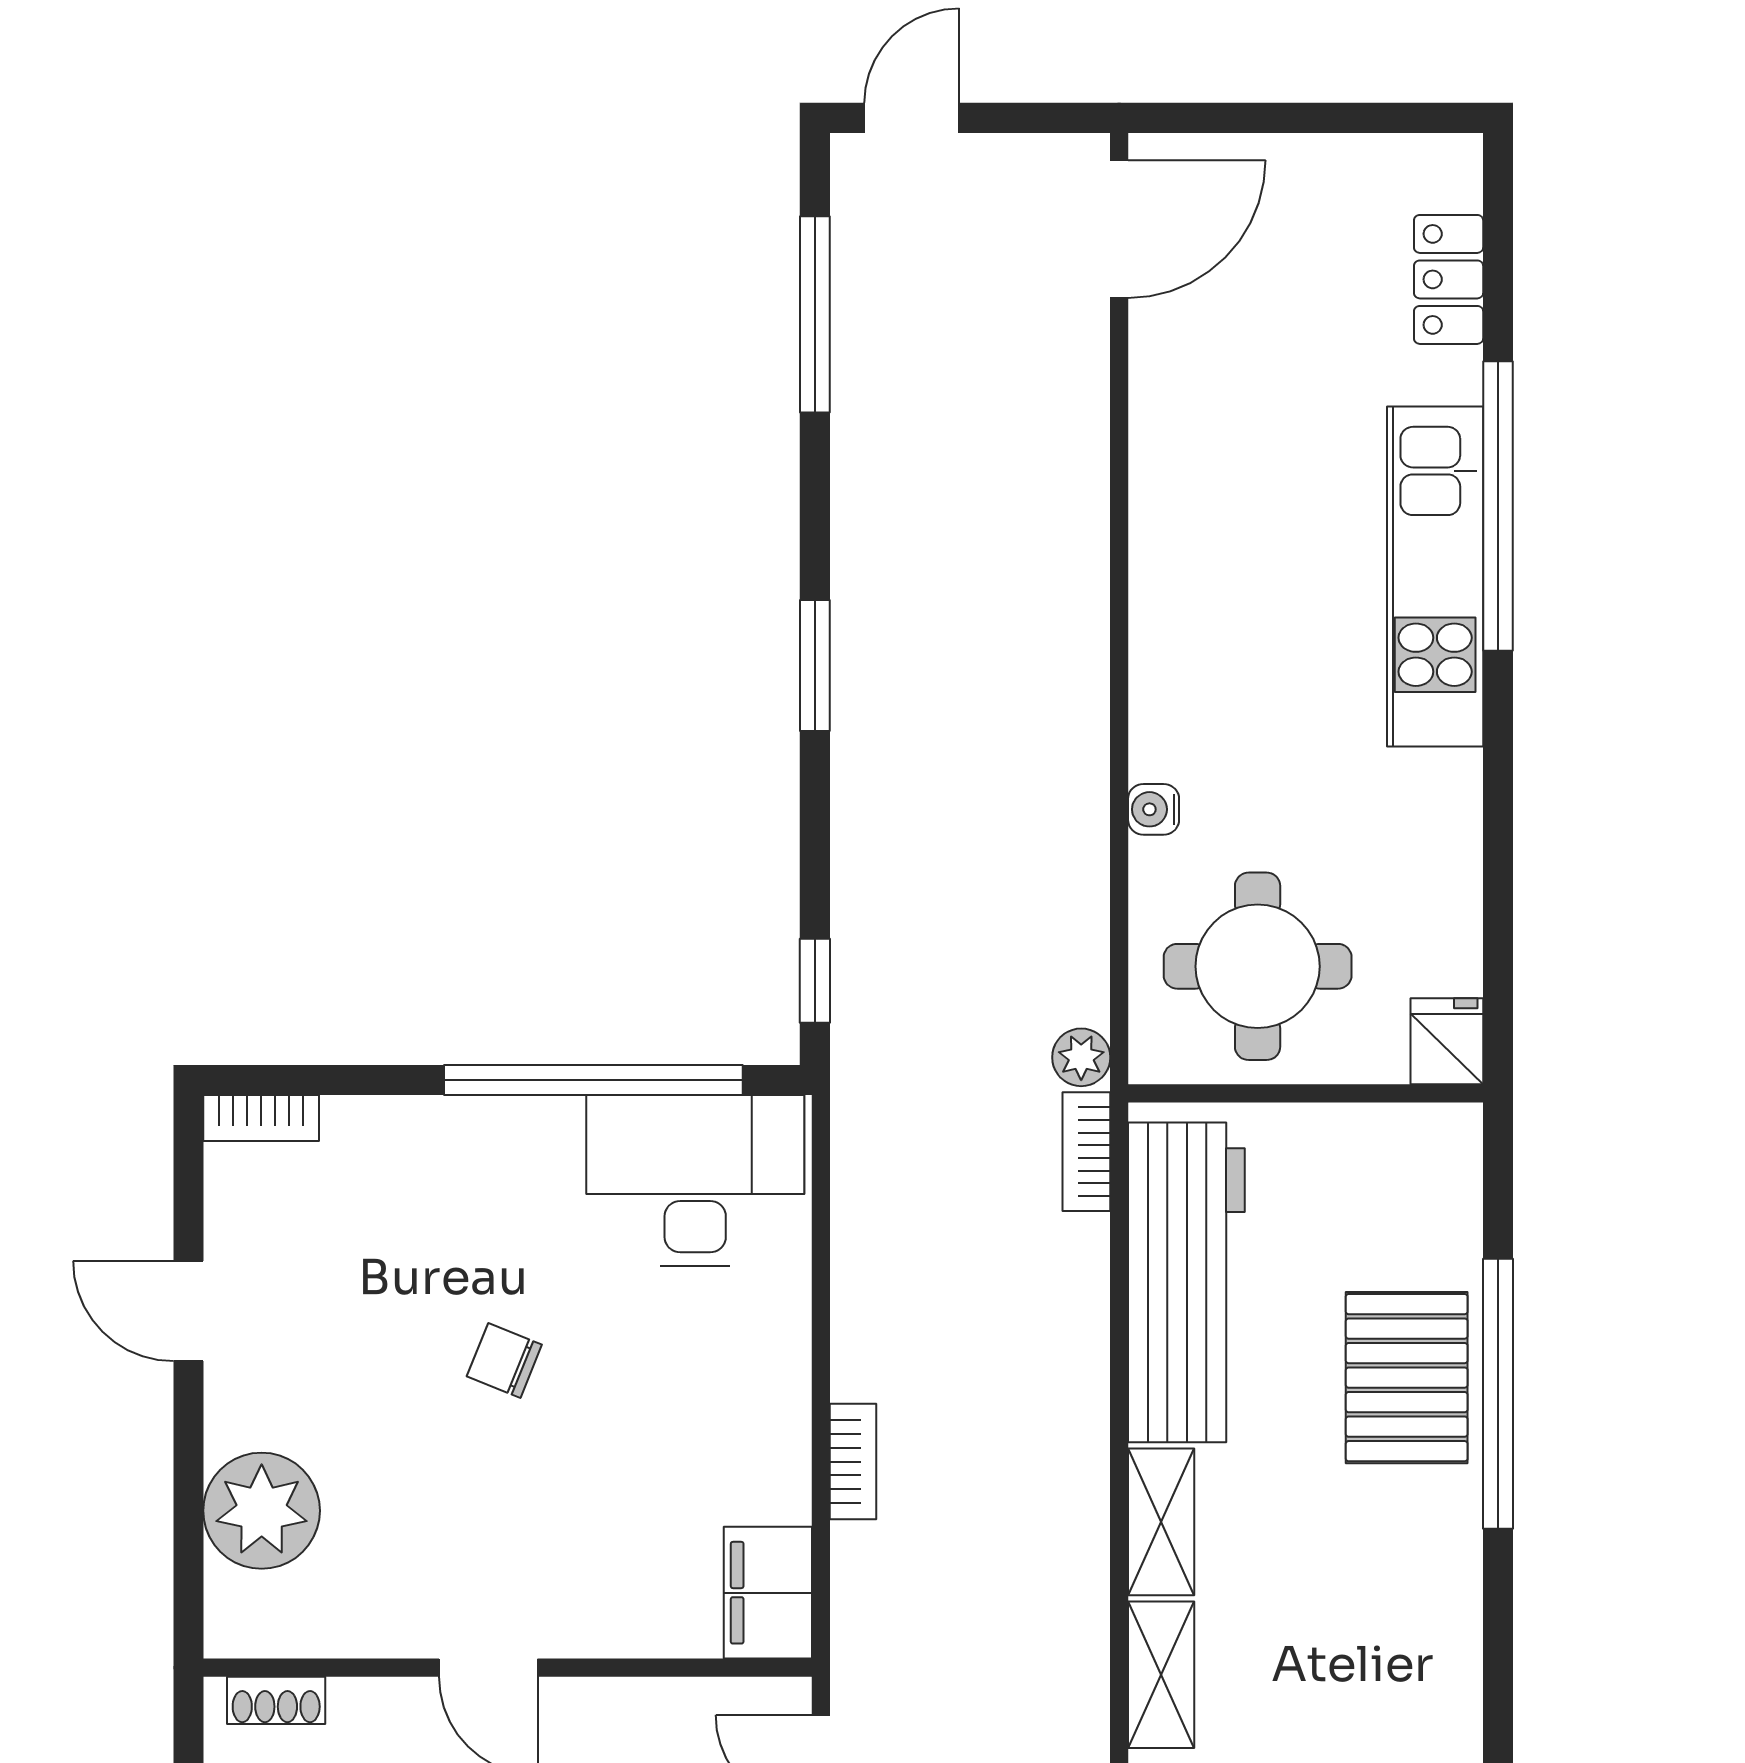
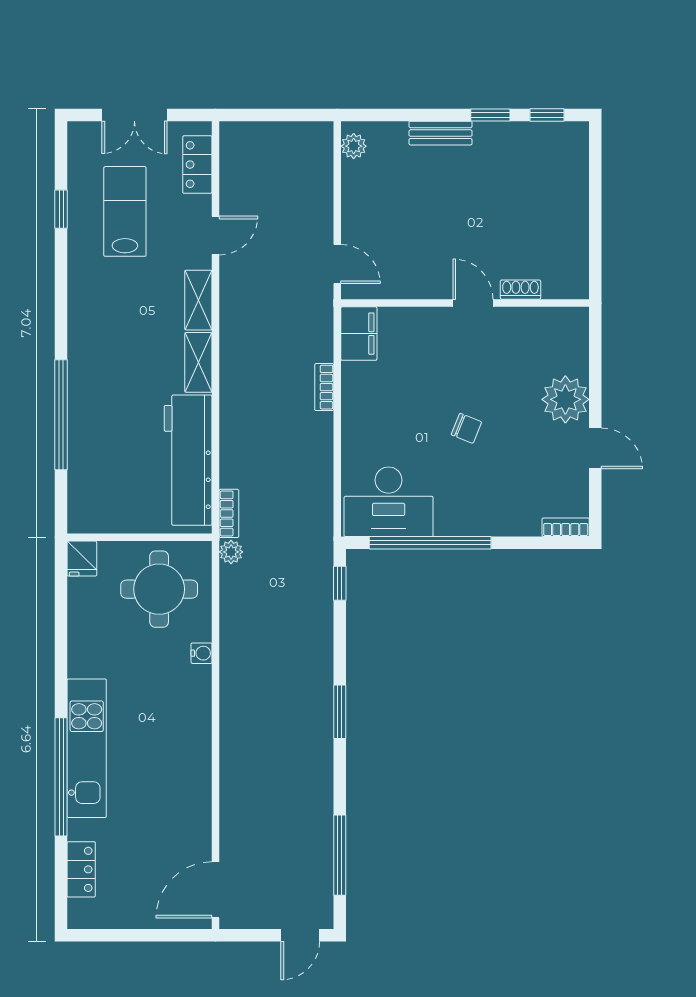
pallet: (1407, 1378) -> (98, 421), removed
plant: (262, 1511) -> (565, 399), moved
shoe rack: (276, 1700) -> (520, 290), moved

